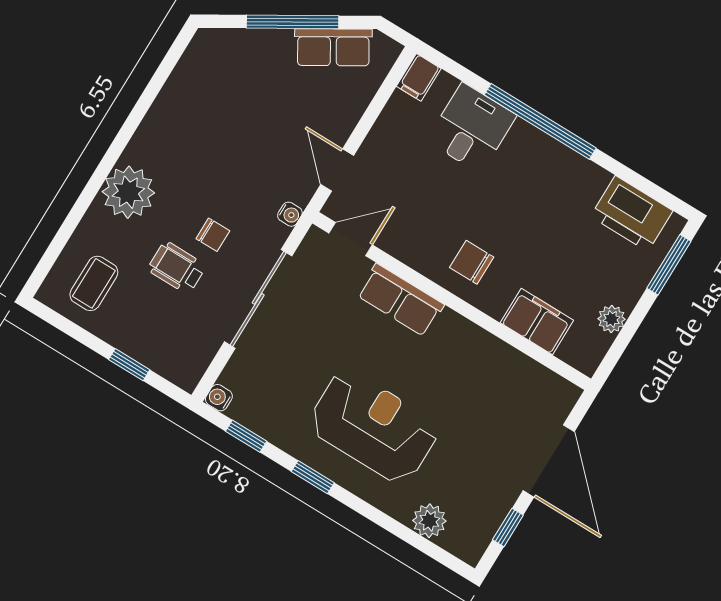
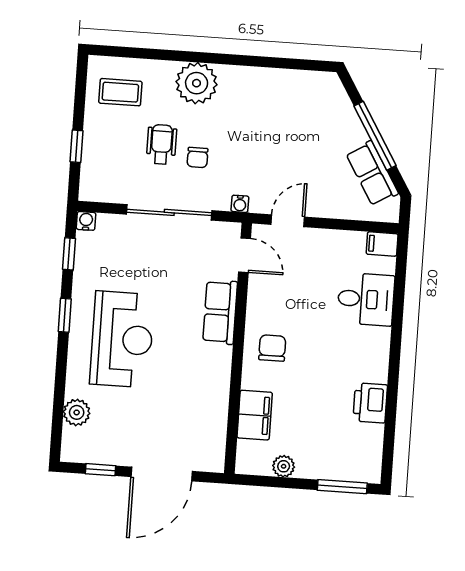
window: (540, 121) -> (396, 345), removed
printer: (632, 214) -> (370, 403), moved, width x0.73, depth x0.84

